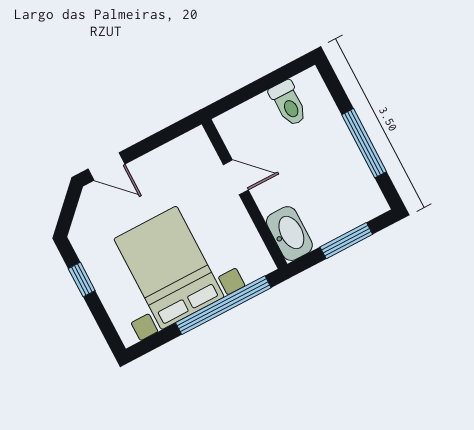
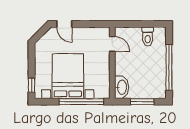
window: (364, 143) -> (169, 67), width x1.46
door: (236, 177) -> (112, 44), moved
window: (82, 280) -> (32, 85), moved

